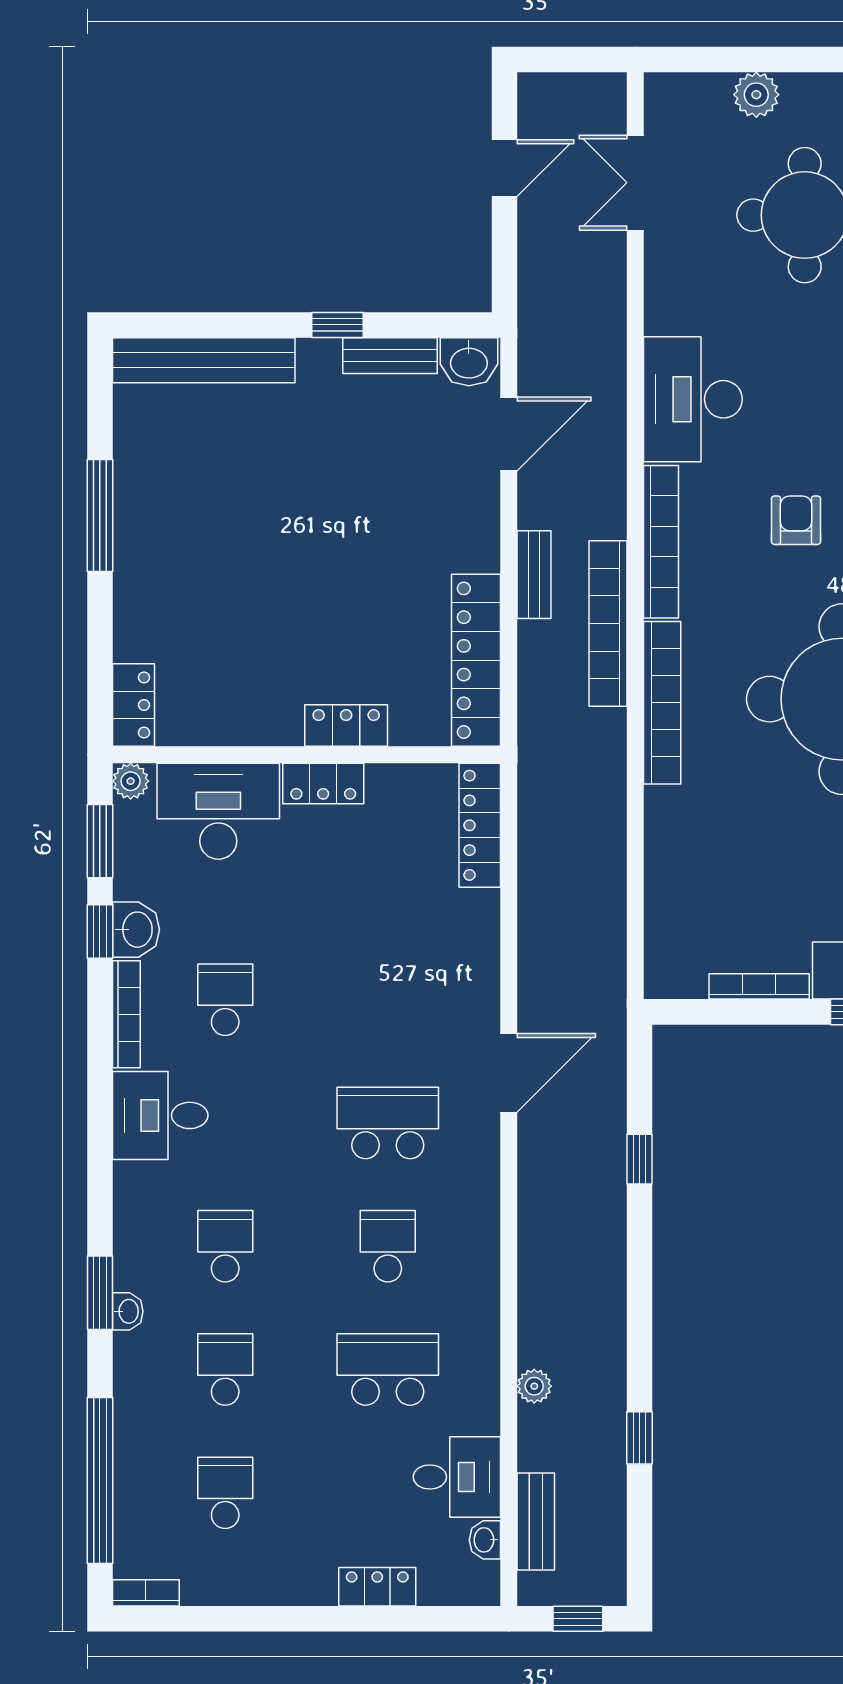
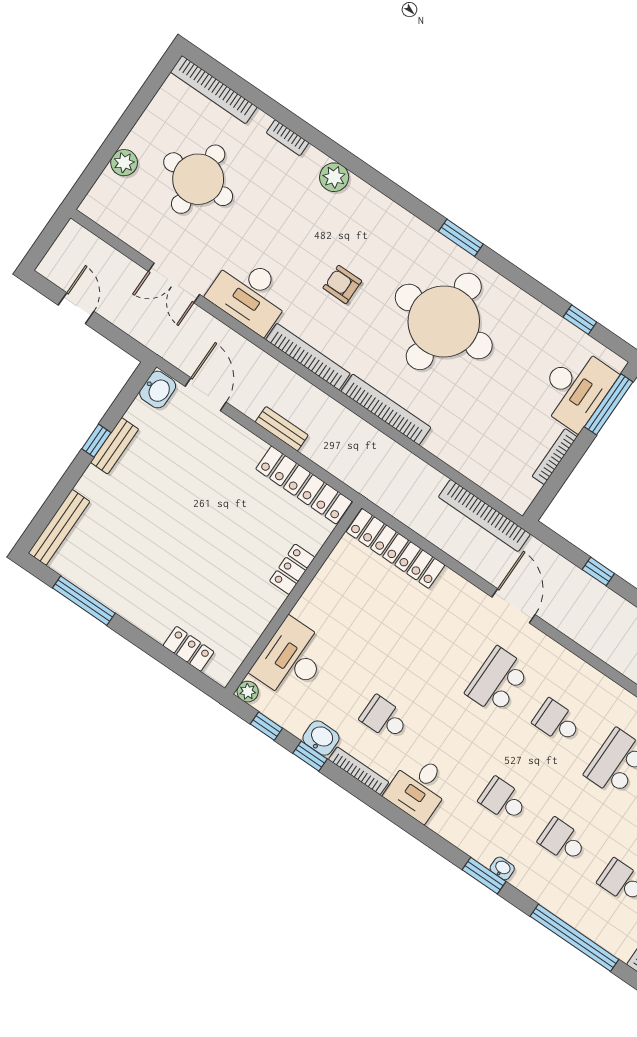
double door: (635, 183) -> (174, 283), moved
bench: (390, 356) -> (115, 446), moved
bench: (204, 360) -> (59, 527), width x0.73, depth x0.82
window: (100, 515) -> (84, 601), moved
bookcase: (608, 624) -> (484, 515), moved
locker: (134, 705) -> (188, 649), moved
locker: (323, 784) -> (313, 599), removed
locker: (480, 825) -> (396, 548), width x1.41, depth x1.21
window: (100, 841) -> (266, 726), width x0.67

